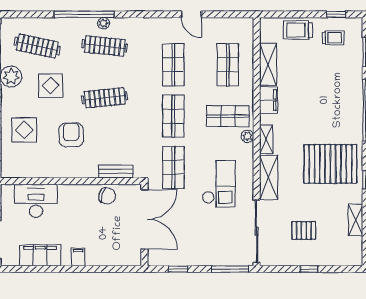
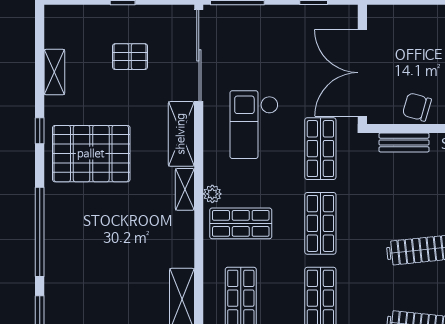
filing cabinet: (269, 100) -> (181, 247), removed

